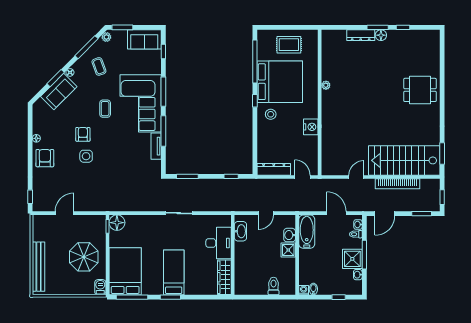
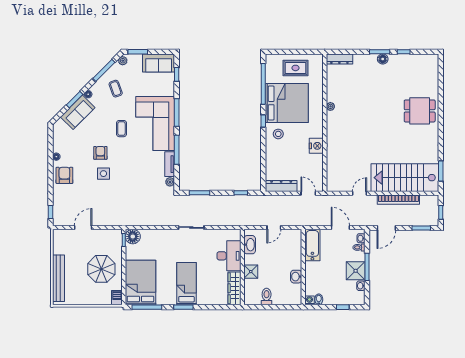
dresser: (361, 35) -> (339, 59), moved
plant: (156, 165) -> (170, 182), added
washbasin: (290, 235) -> (296, 277), moved
shower: (288, 250) -> (251, 272), moved
toilet: (274, 286) -> (267, 297), moved

